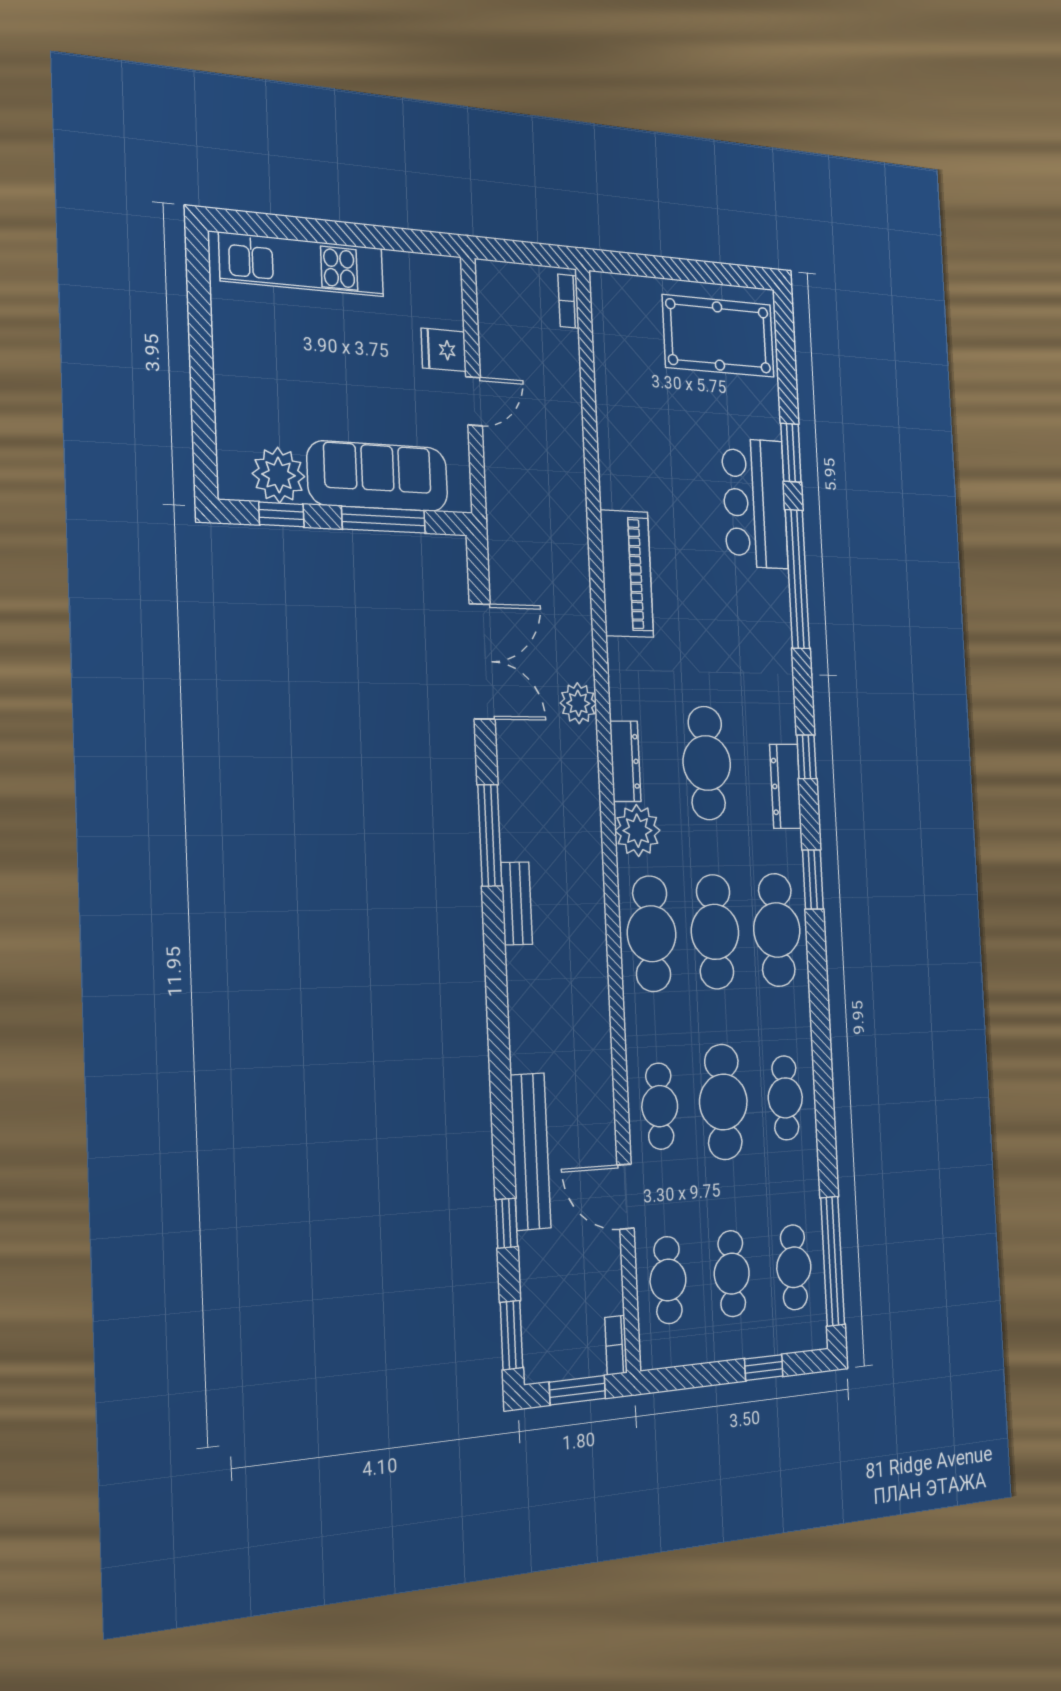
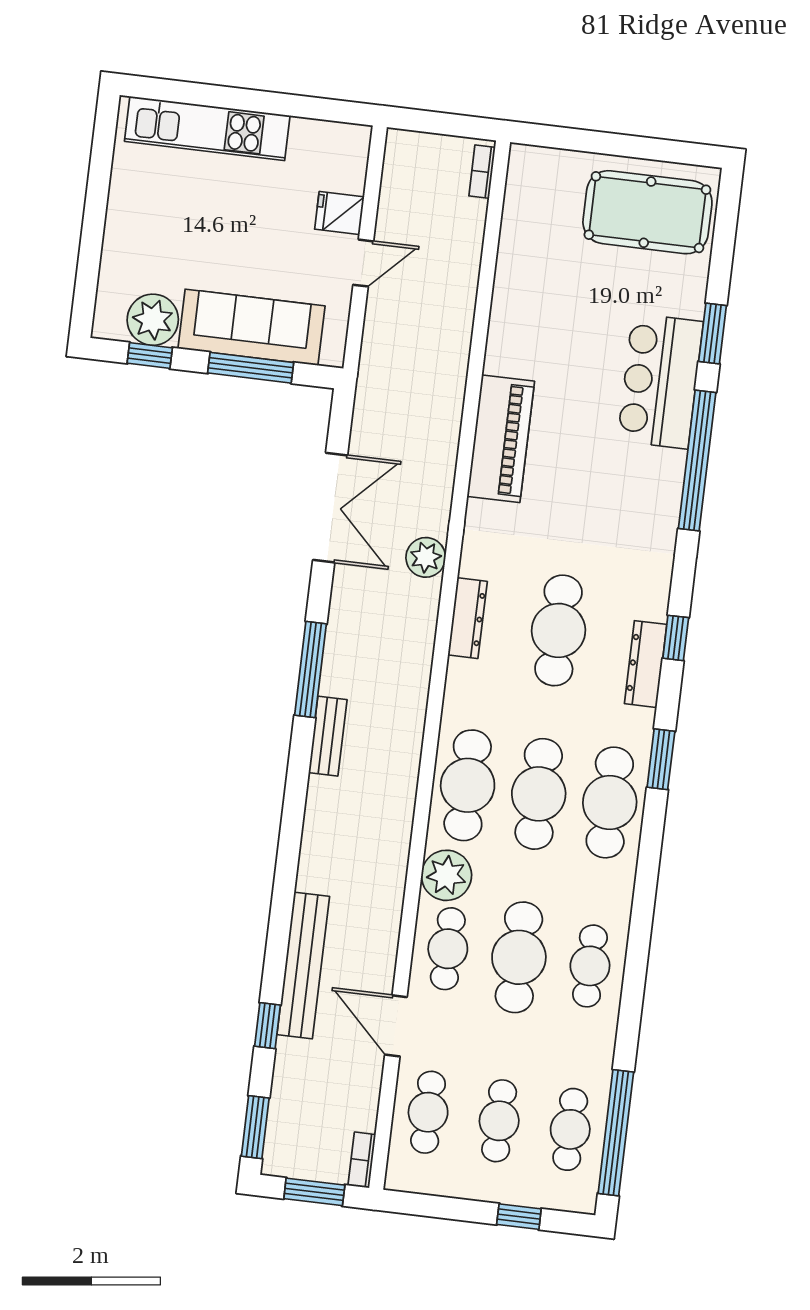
plant: (637, 831) -> (446, 875), moved

